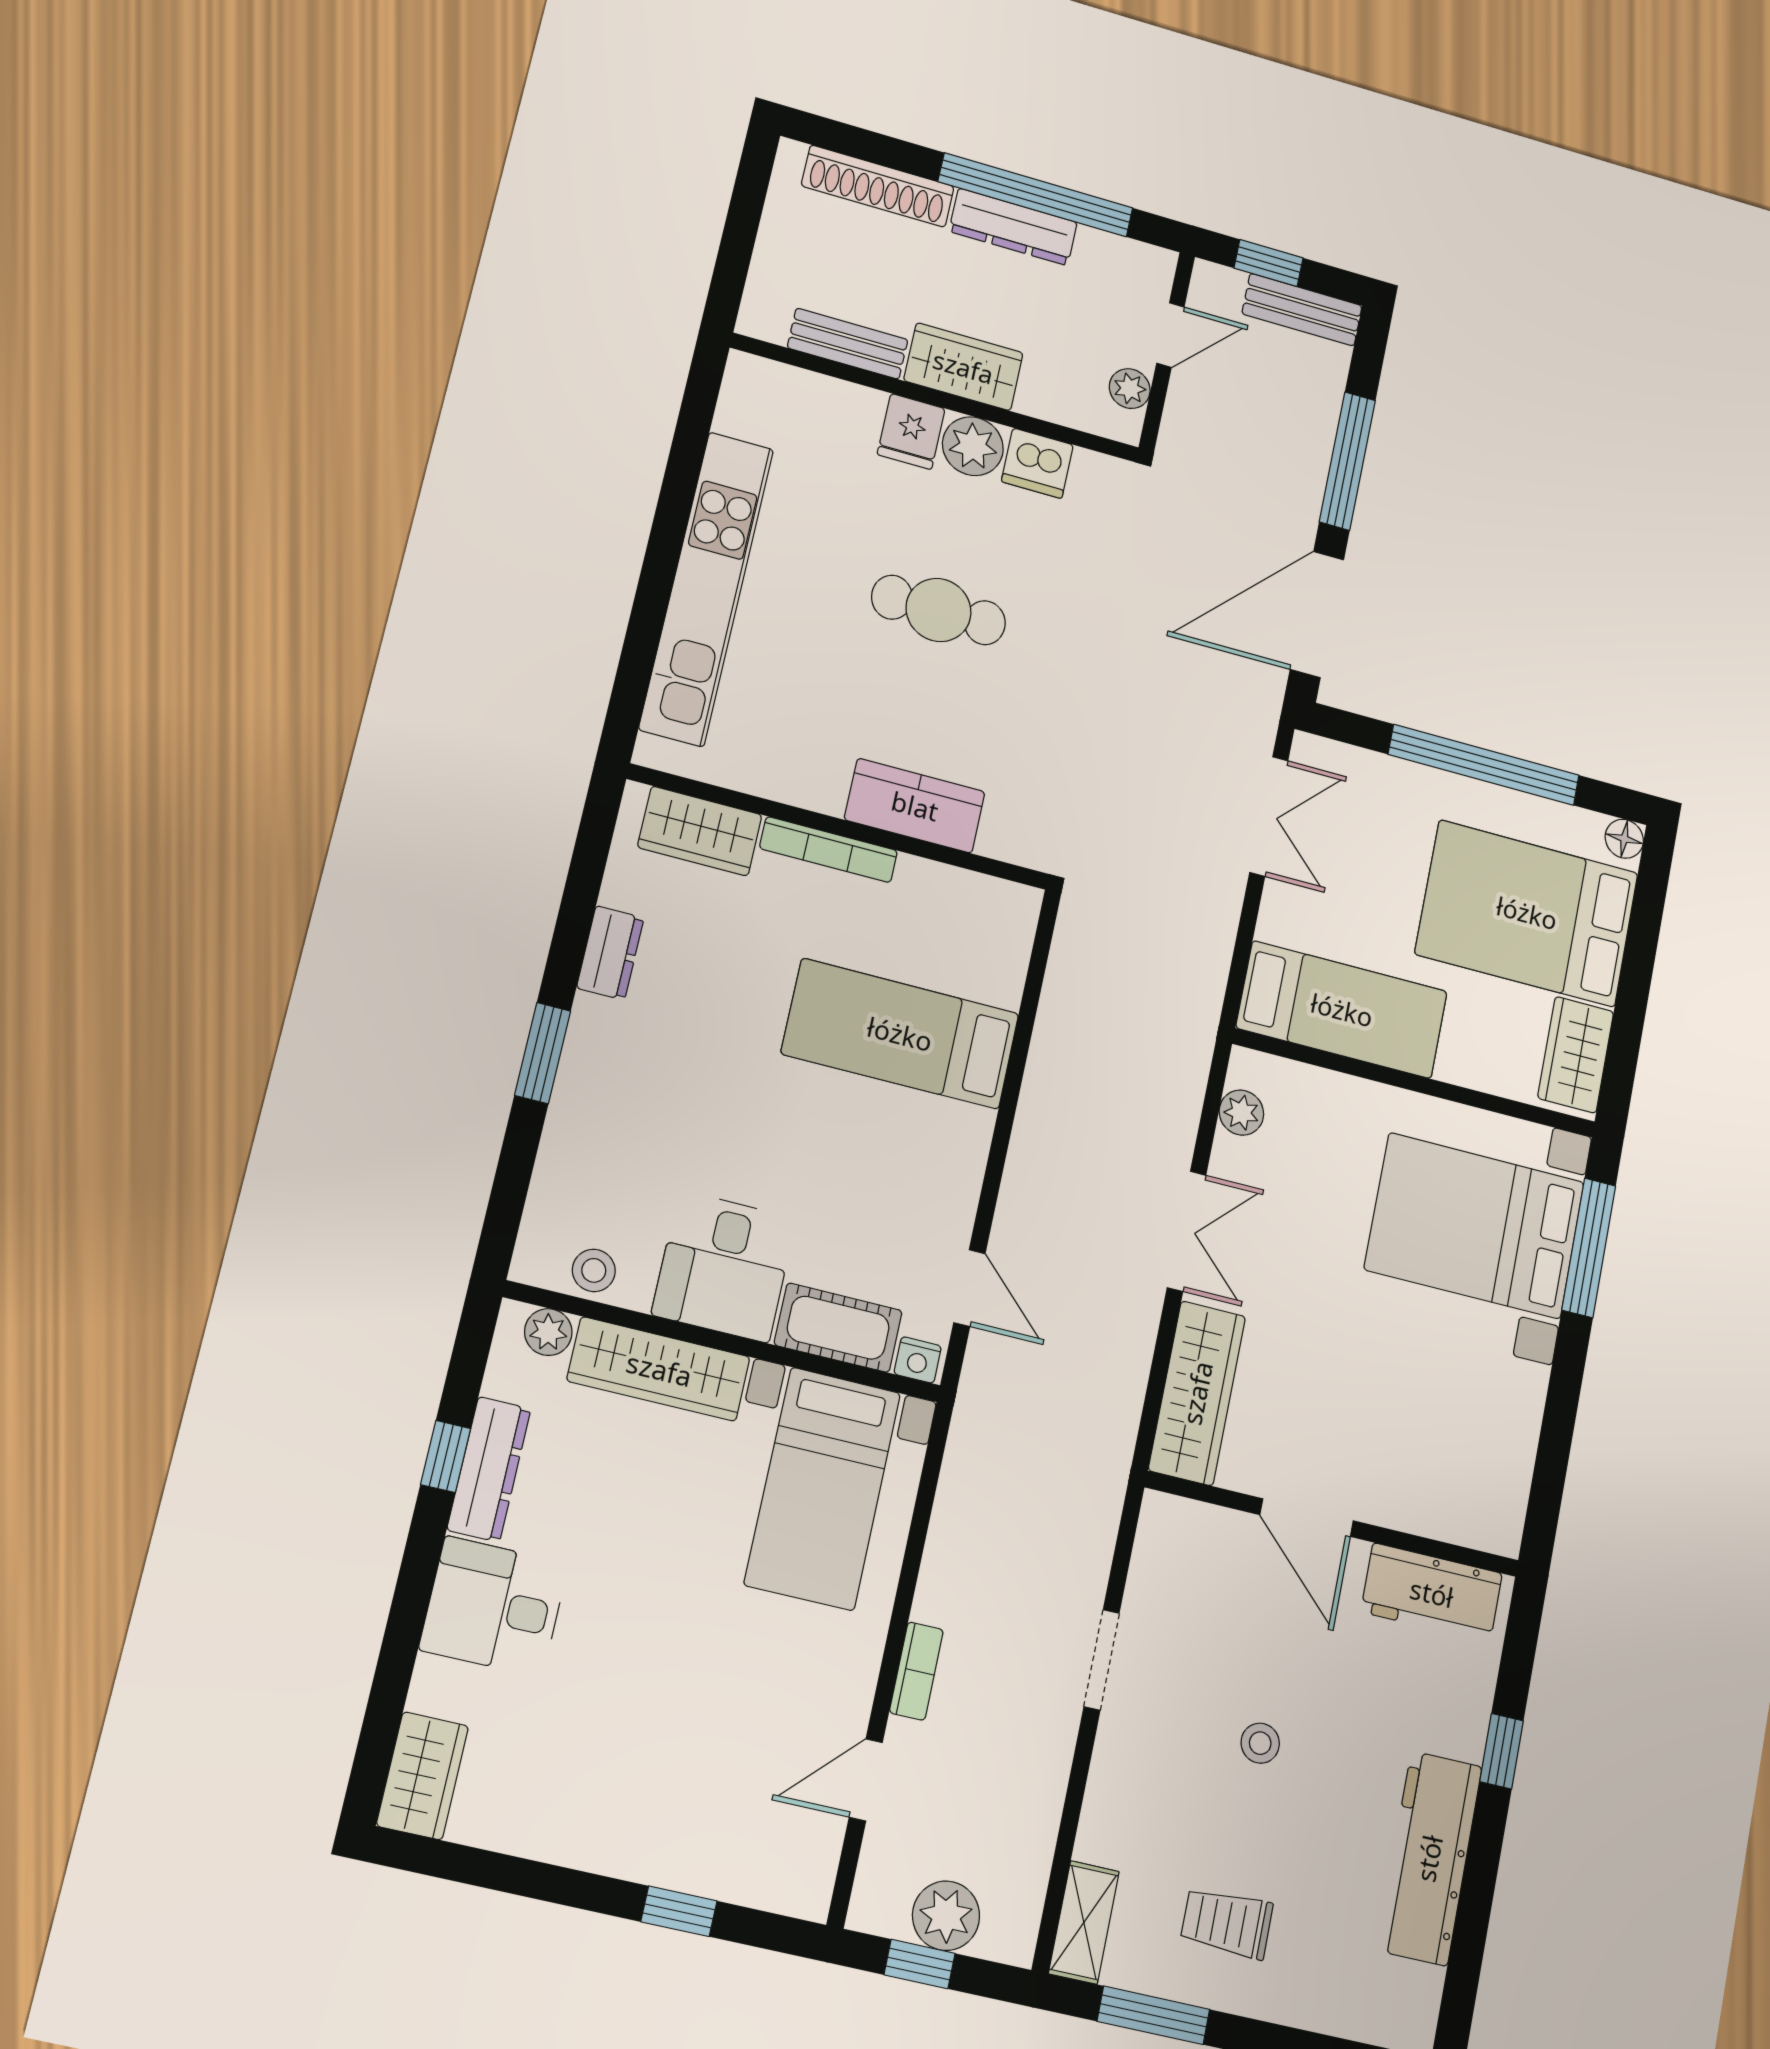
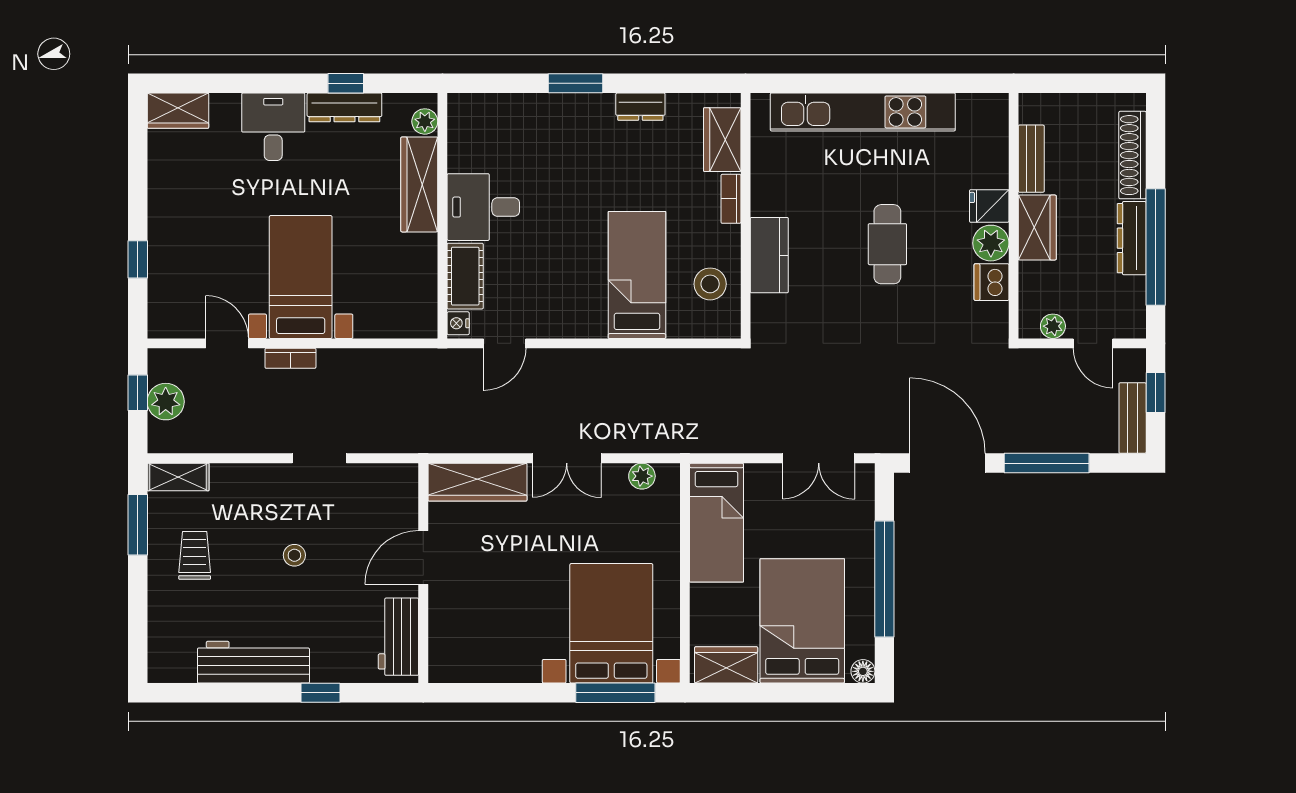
bookcase: (829, 850) -> (731, 199), width x0.64
stool: (594, 1270) -> (710, 284), moved, width x1.37, depth x1.37
bed with nightstands: (822, 1489) -> (301, 277), moved, turned 90

